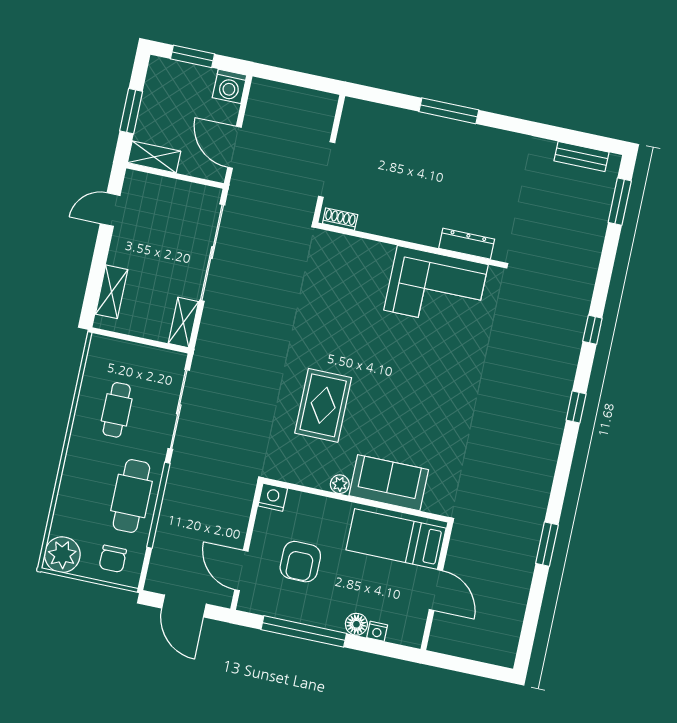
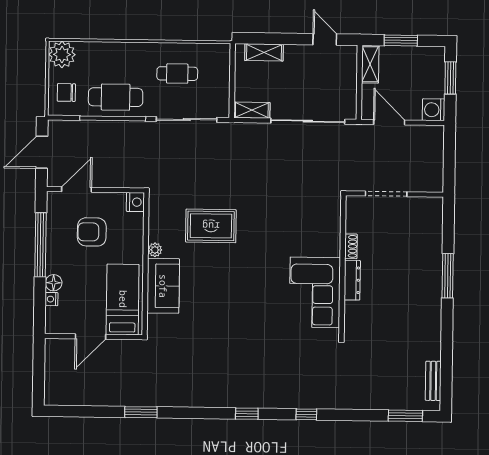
door: (234, 147) -> (389, 122), hinge flipped
shoe rack: (340, 219) -> (351, 246), moved
dresser: (467, 244) -> (352, 280), moved

